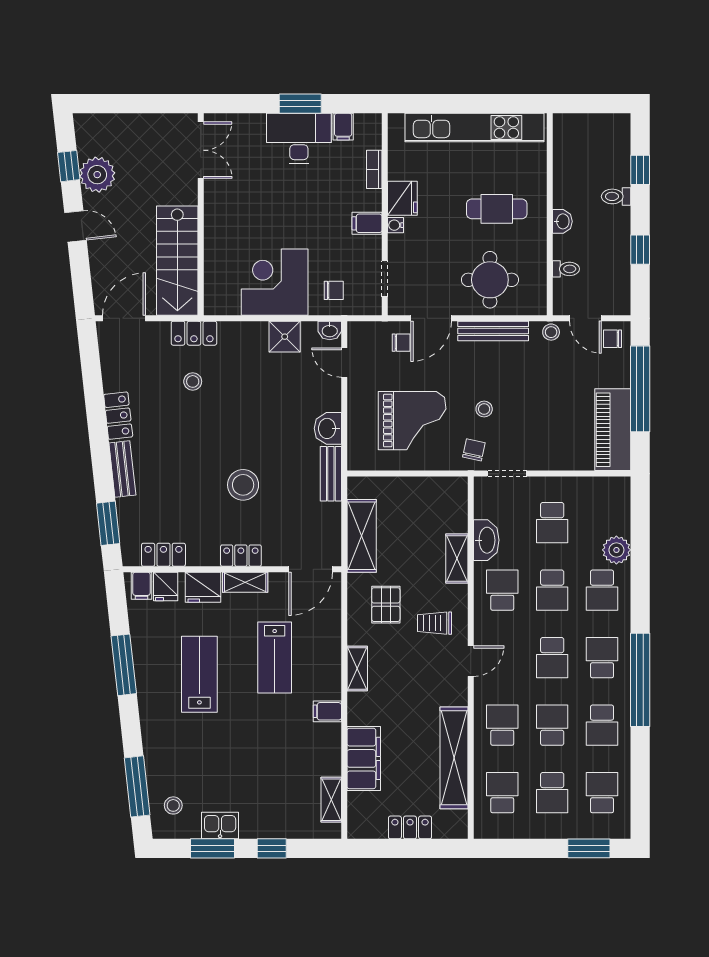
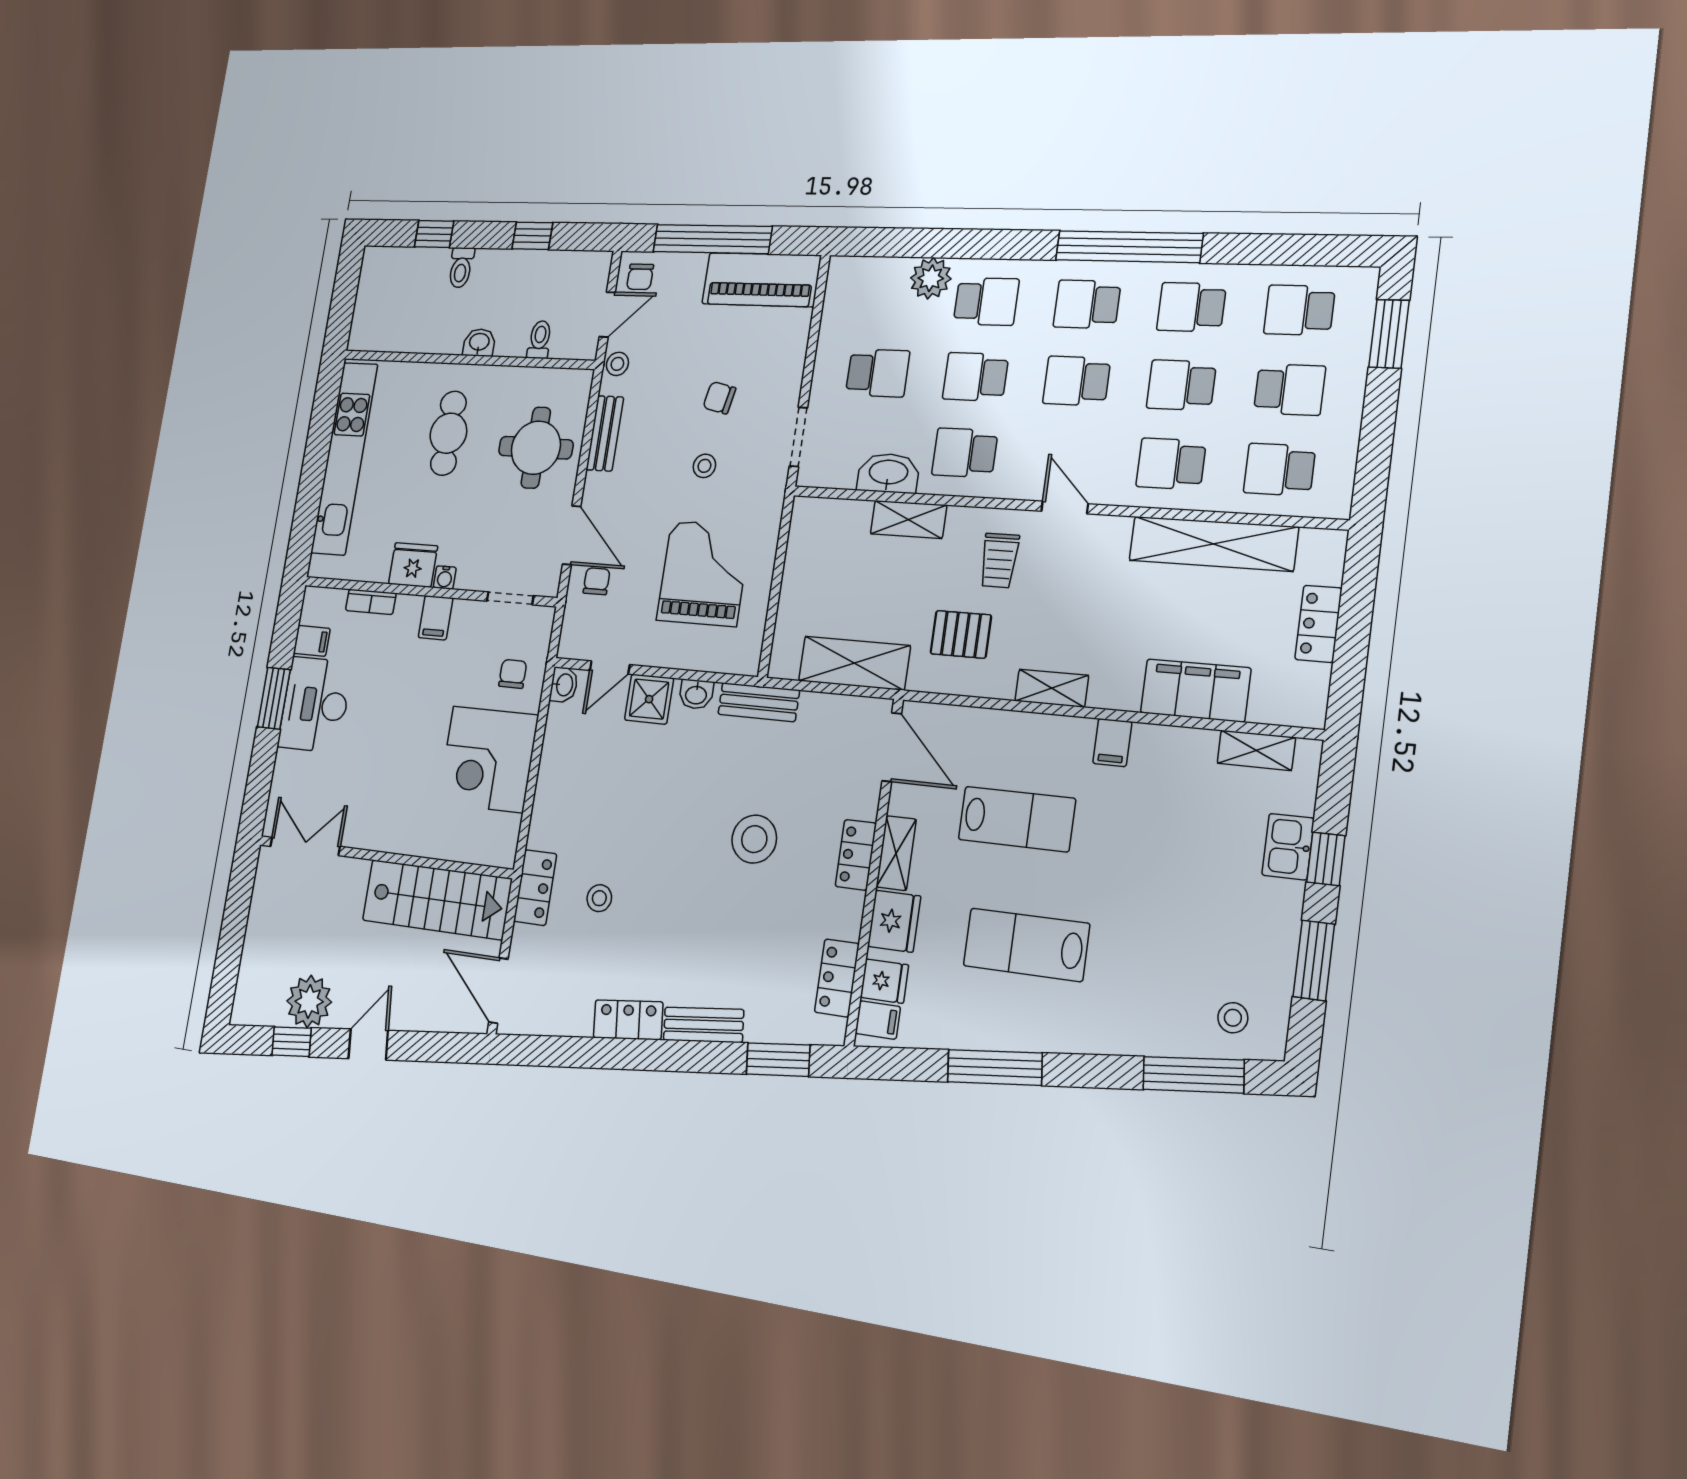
bench: (493, 331) -> (605, 433), width x0.73
shower: (285, 337) -> (649, 699), moved
washbasin: (328, 428) -> (696, 694), width x0.72, depth x0.69
chair: (474, 450) -> (719, 398), moved
school desk: (552, 590) -> (975, 377), turned 180
school desk: (552, 658) -> (1077, 381), turned 180
school desk: (602, 725) -> (1191, 307), turned 180
kitchen sink: (220, 825) -> (1288, 847), moved

